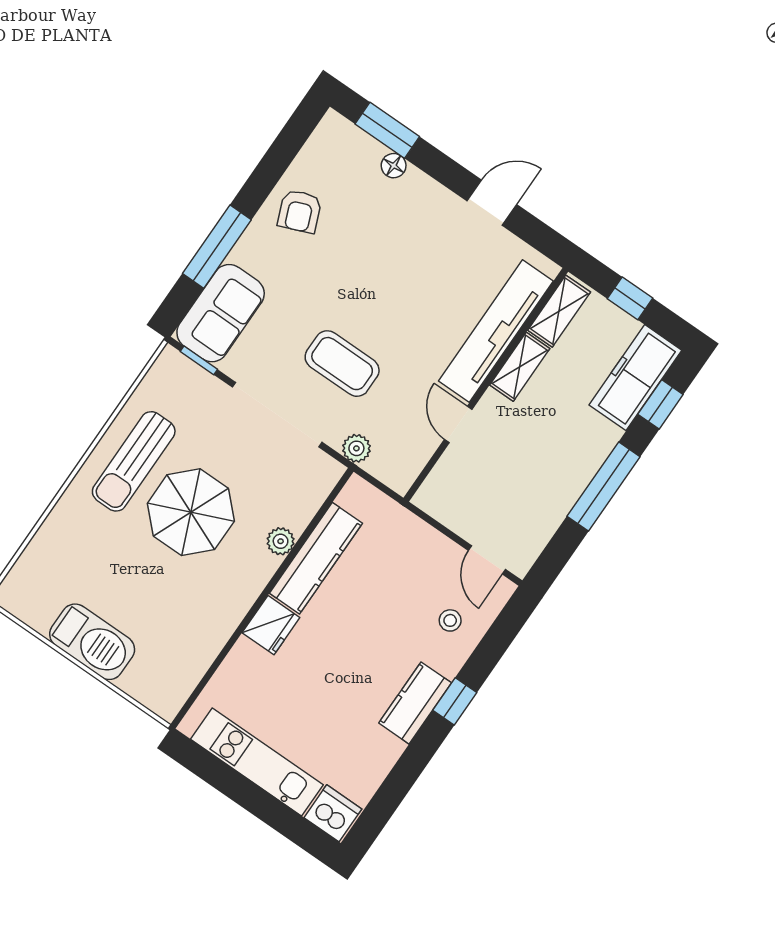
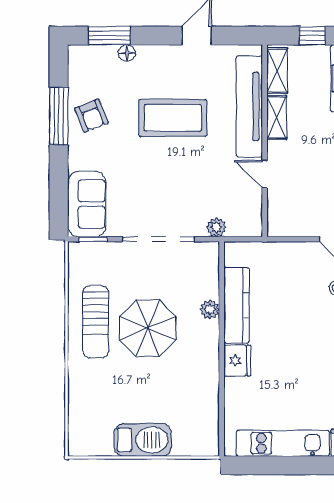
window: (217, 247) -> (59, 116), moved
coffee table: (342, 364) -> (173, 118), moved, width x1.36, depth x1.32

